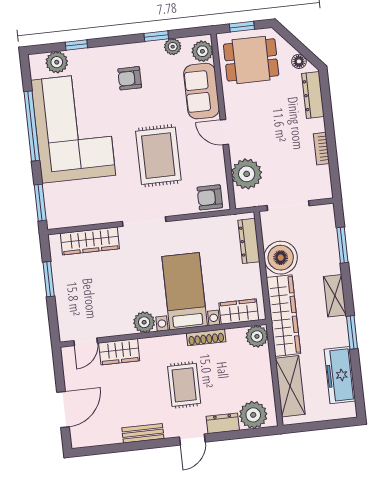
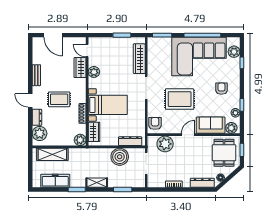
wardrobe: (283, 316) -> (89, 155), removed
plant: (144, 322) -> (94, 72), moved

